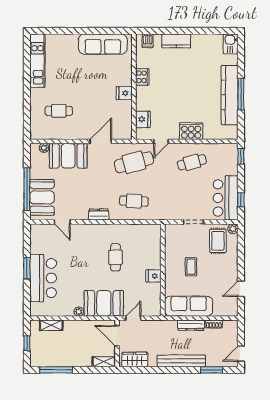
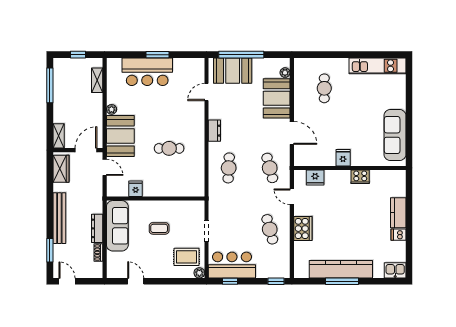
dishwasher: (148, 41) -> (398, 235), moved
cafe table: (134, 162) -> (270, 168), width x0.73, depth x0.74
fridge: (154, 276) -> (136, 189), moved

